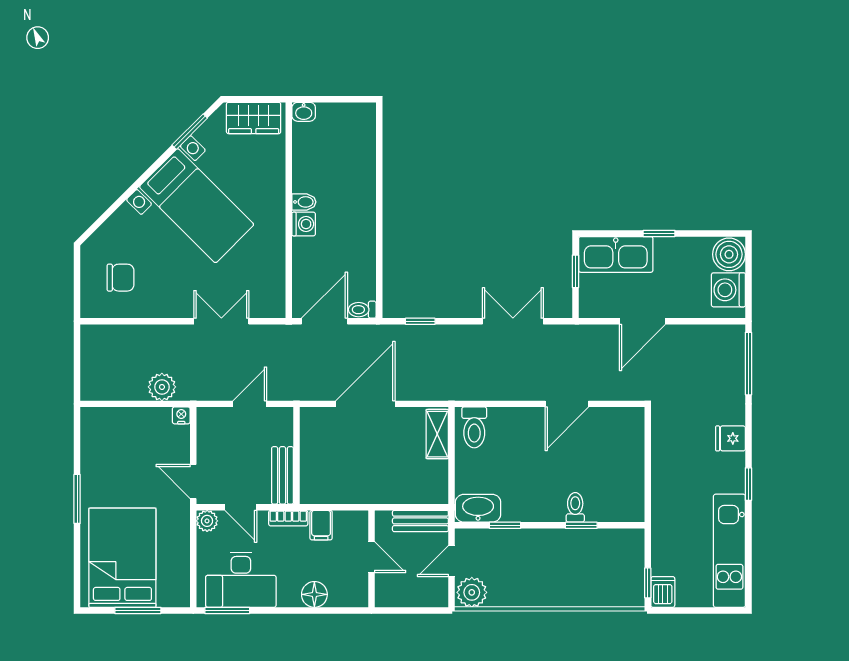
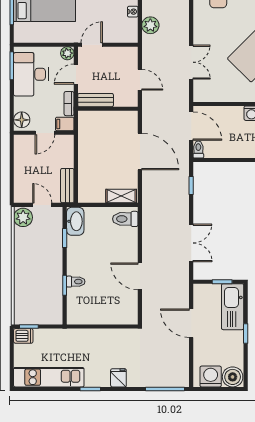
nightstand: (181, 415) -> (133, 12), moved
door: (371, 557) -> (45, 133), moved
wall: (371, 559) -> (44, 133), moved

